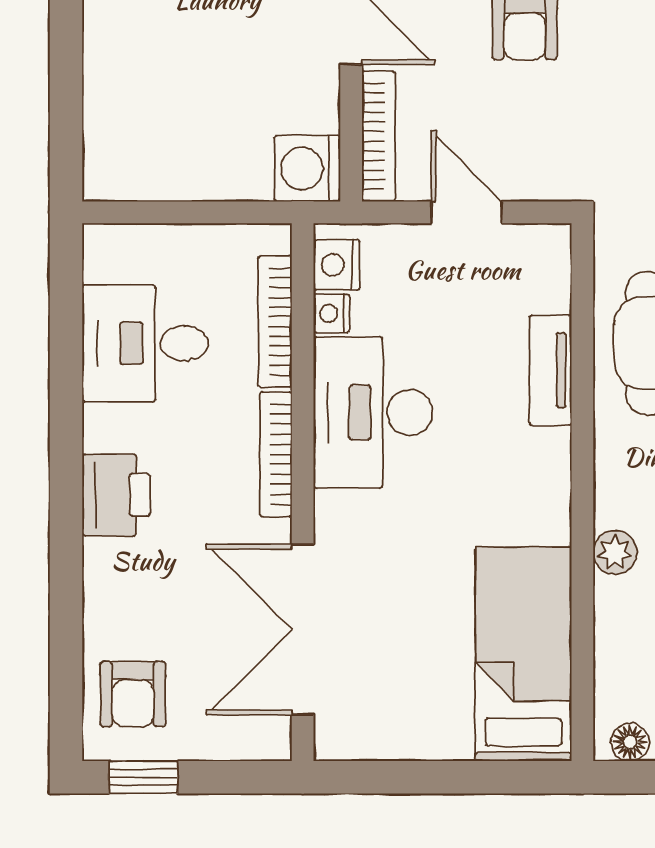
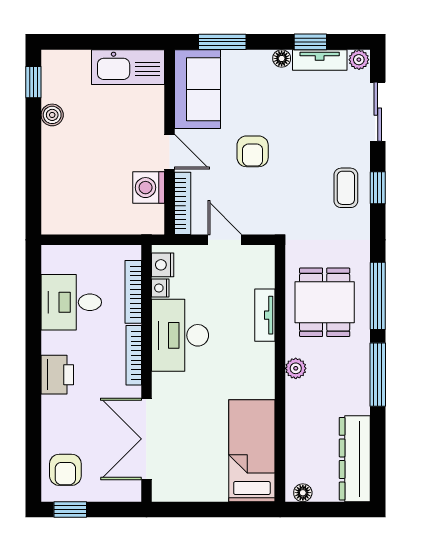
washing machine: (307, 169) -> (149, 188), moved
plant: (615, 552) -> (296, 368), moved

